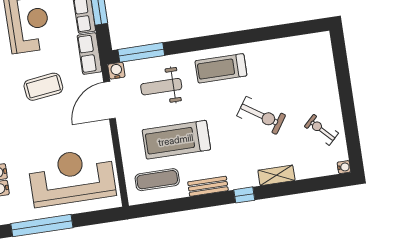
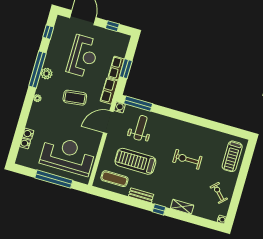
treadmill: (221, 68) -> (232, 156), moved, turned -90
weight bench: (161, 87) -> (141, 128), turned 90
exercise bike: (261, 115) -> (187, 159), moved, turned 146
window: (42, 226) -> (54, 179), moved

